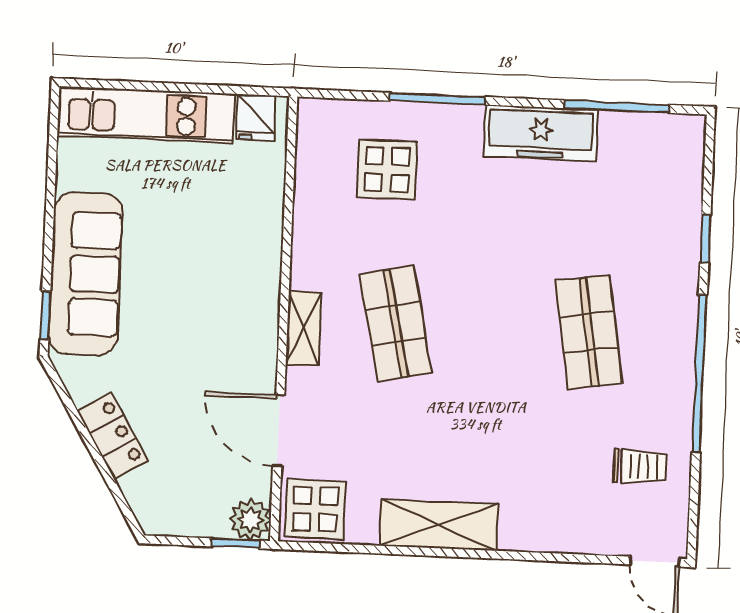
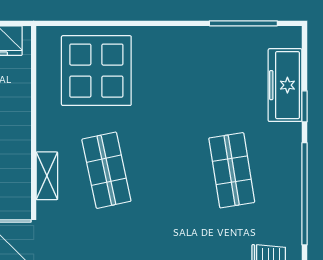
window: (437, 99) -> (127, 23), removed
freezer: (541, 133) -> (285, 85), moved, turned 90
display table: (387, 169) -> (96, 71), width x1.86, depth x1.86

